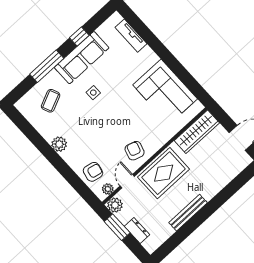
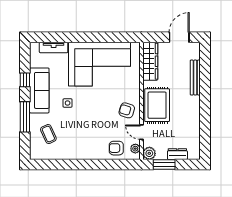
corner sofa: (165, 92) -> (99, 64), width x1.36, depth x1.36
plant: (59, 144) -> (80, 153), removed
armchair: (93, 172) -> (116, 148), turned -102
bench: (188, 213) -> (195, 78), moved

